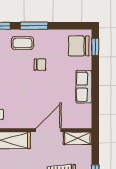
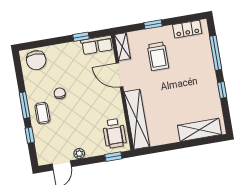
window: (95, 47) -> (81, 37), moved
row of seats: (84, 87) -> (97, 45), moved

